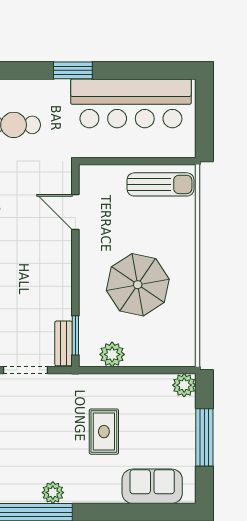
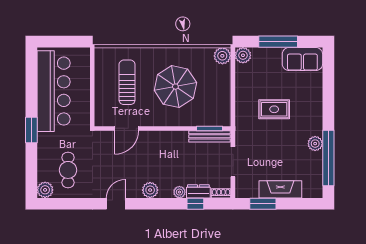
sun lounger: (160, 184) -> (127, 82), moved
bench: (64, 343) -> (209, 136), width x1.36
plant: (112, 354) -> (222, 56), moved
sofa: (152, 486) -> (302, 59), moved, turned -90

